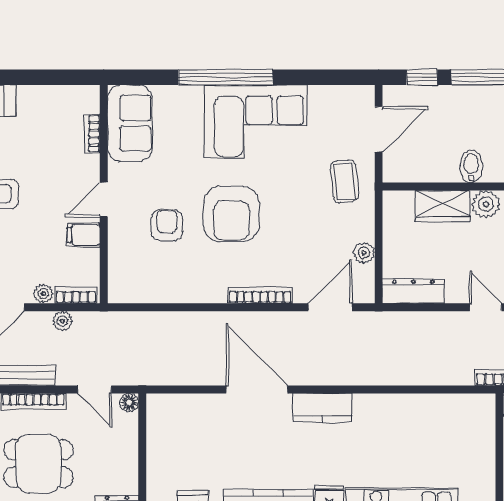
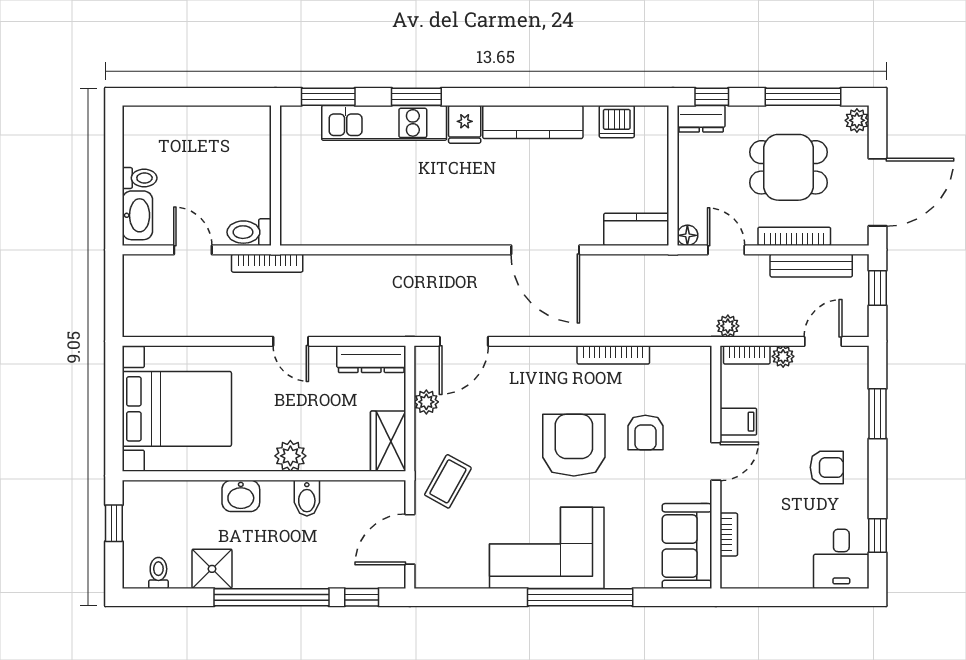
coffee table: (344, 181) -> (448, 481), turned 35
wardrobe: (443, 206) -> (388, 441), moved, turned -90
bookcase: (260, 295) -> (613, 355), moved
plant: (62, 321) -> (728, 326), moved
kitchen counter: (322, 408) -> (636, 229), moved

